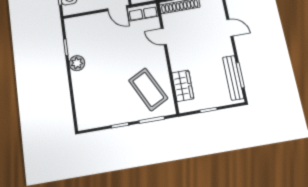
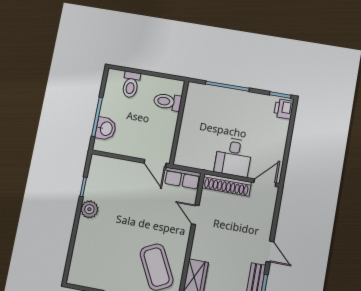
door: (230, 28) -> (270, 252), moved

